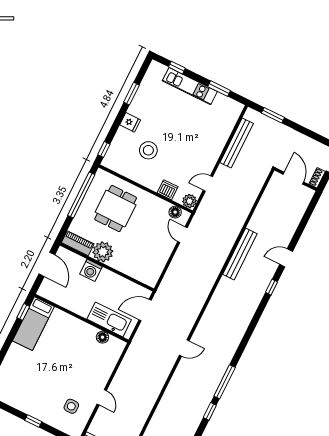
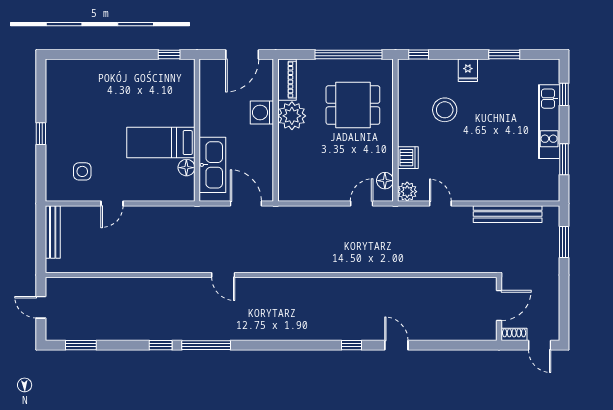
bench: (240, 254) -> (373, 286), removed
bed: (33, 324) -> (161, 143), moved

